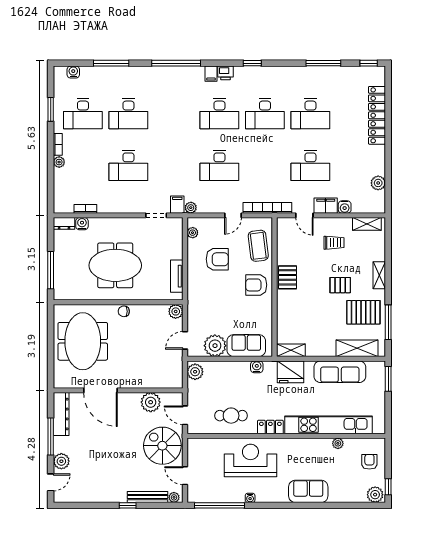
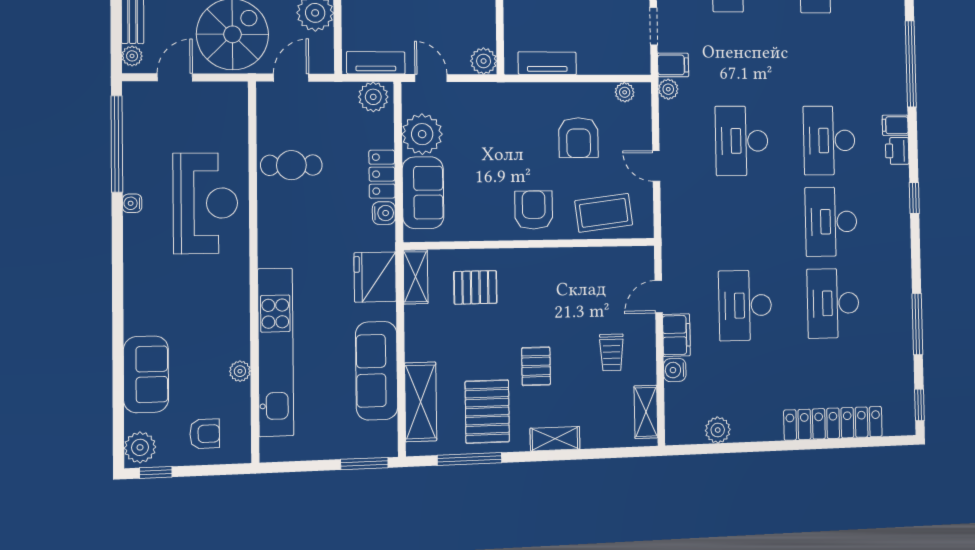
bookcase: (267, 208) -> (671, 229), removed
pallet: (288, 277) -> (475, 287), moved
tv unit: (177, 370) -> (376, 63), added
cafe table: (231, 416) -> (291, 165), turned 90
locker: (270, 427) -> (382, 174), moved, turned 180
sofa: (308, 491) -> (146, 374), moved

